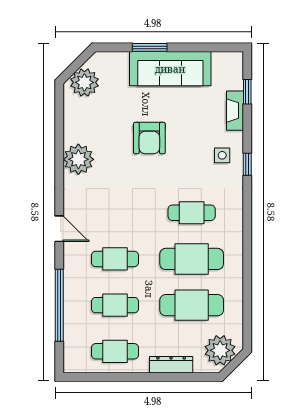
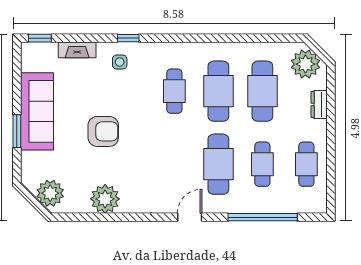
window: (247, 92) -> (40, 38), moved
plant: (78, 159) -> (105, 199), moved
cafe table: (115, 259) -> (218, 164), width x1.37, depth x1.35
dresser: (171, 365) -> (319, 105), width x0.70

